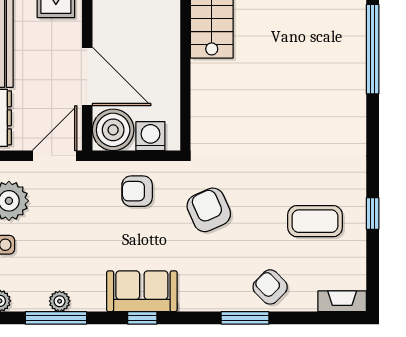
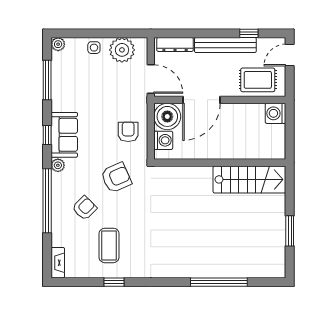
armchair: (270, 287) -> (84, 208), moved
plant: (60, 301) -> (58, 165), moved
window: (245, 318) -> (47, 201), width x2.11

